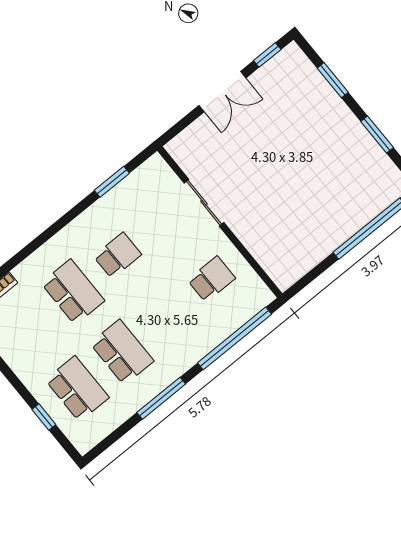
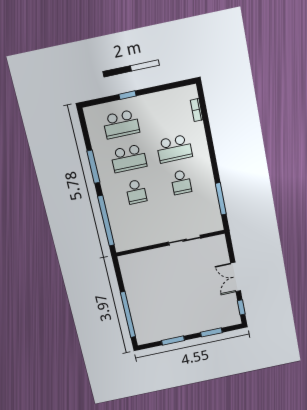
window: (112, 182) -> (221, 199), width x1.44
school desk: (211, 279) -> (136, 192), moved
window: (44, 417) -> (127, 95), moved

